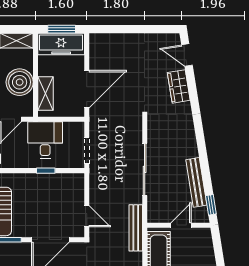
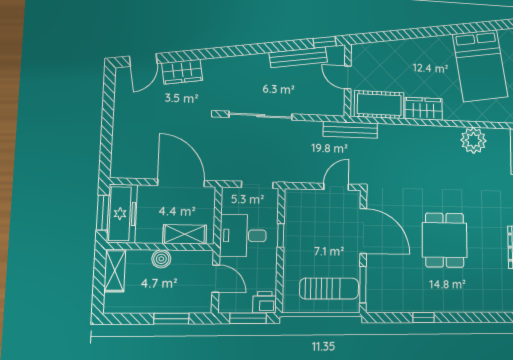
boiler: (20, 82) -> (161, 259), width x0.54, depth x0.54
sliding door: (145, 169) -> (261, 116), moved

